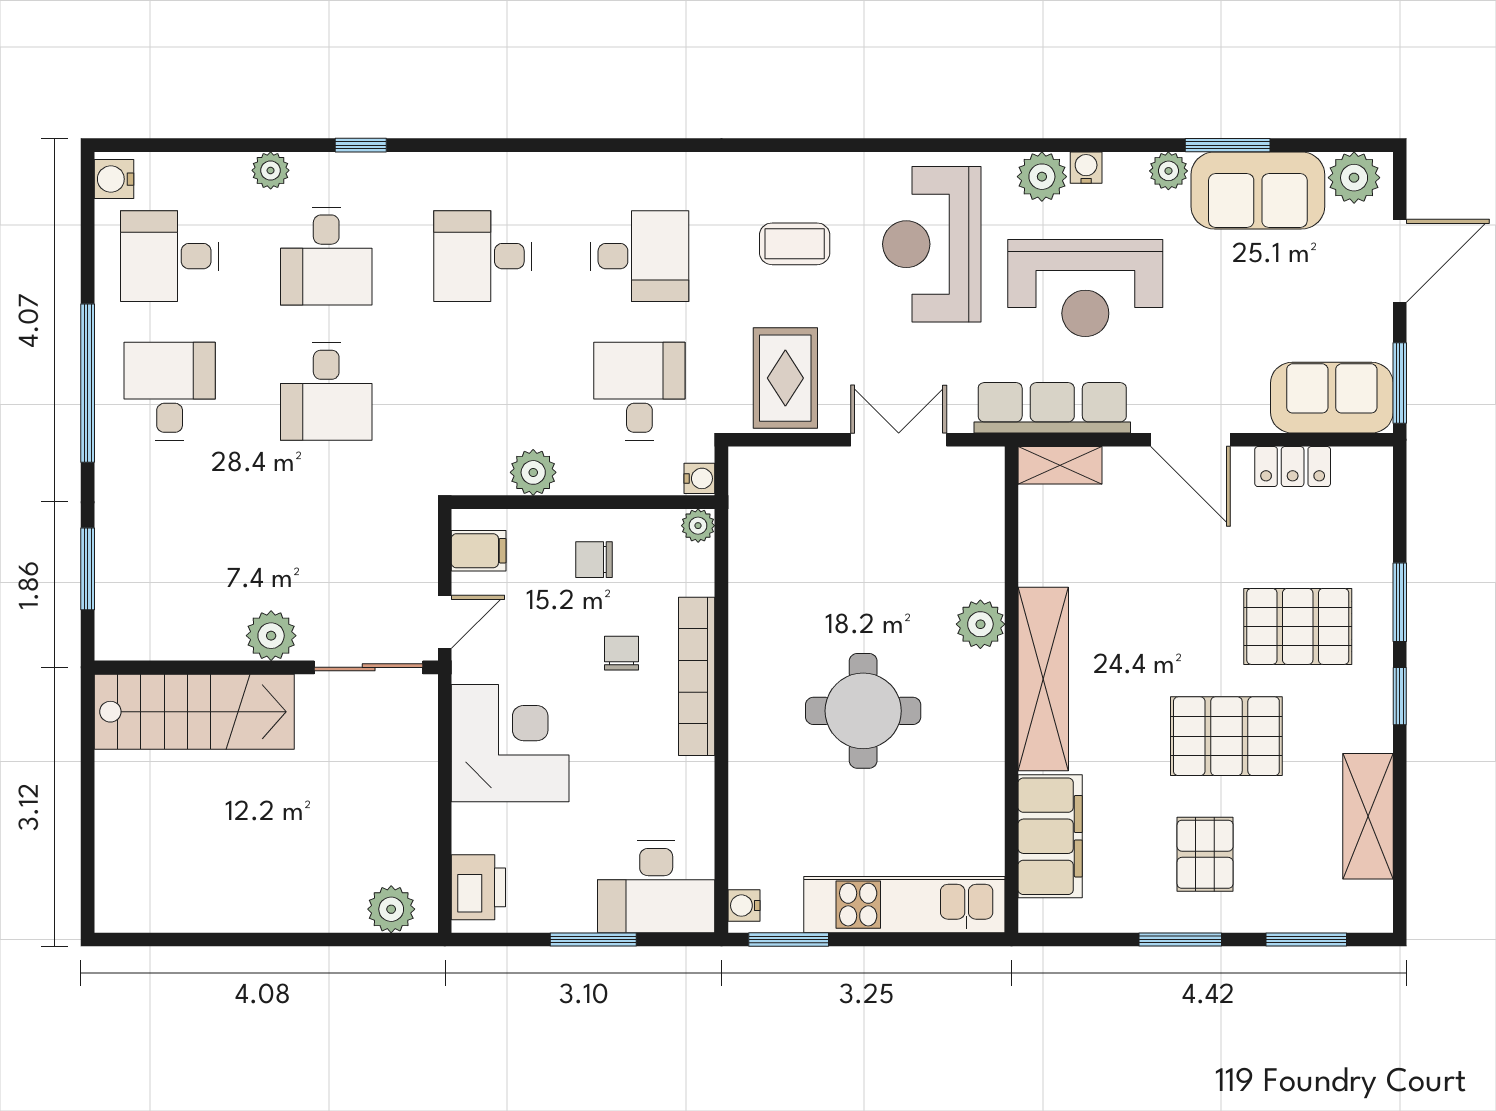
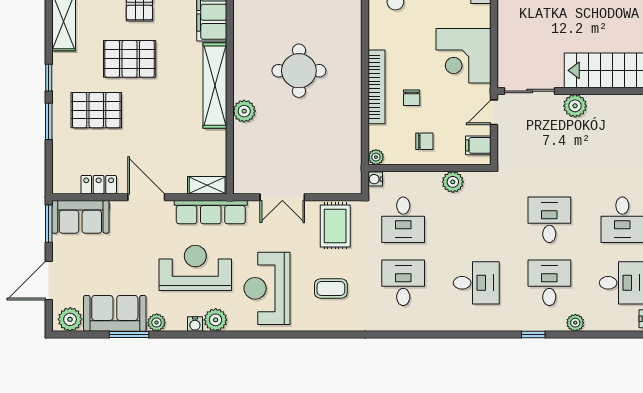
reception desk: (932, 244) -> (267, 288), turned 180
desk: (639, 256) -> (403, 283), turned 90

